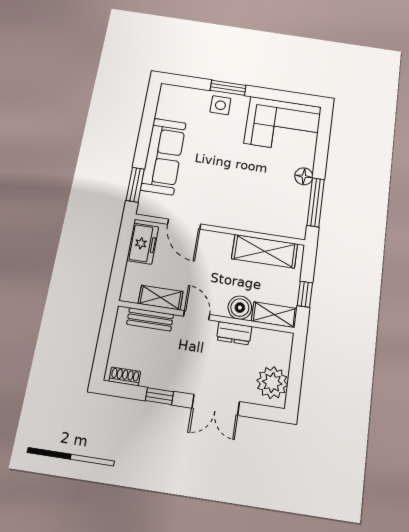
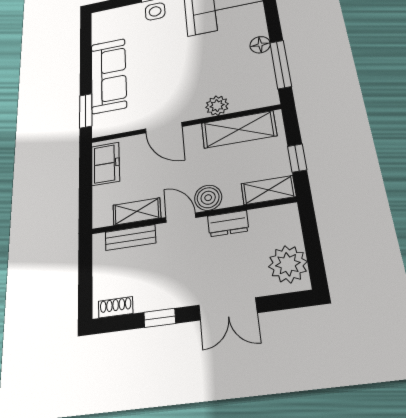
plant: (252, 222) -> (217, 106), added
door: (184, 224) -> (164, 128), moved
boiler: (240, 308) -> (208, 198), moved

